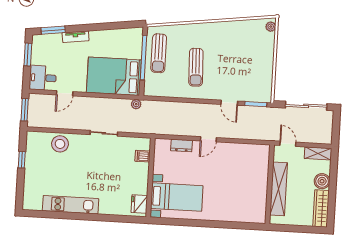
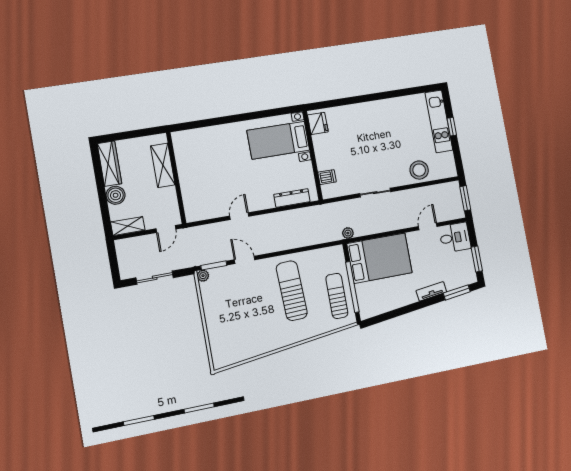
plant: (271, 27) -> (203, 276), moved
sun lounger: (196, 67) -> (292, 291), width x1.36, depth x1.34
sliding door: (306, 106) -> (155, 278), width x0.73
door: (208, 139) -> (239, 216), moved
door: (288, 144) -> (166, 229), hinge flipped
dresser: (182, 146) -> (292, 198), width x1.44
window: (22, 160) -> (452, 127), moved
shelving: (279, 189) -> (163, 165), width x0.68
kitchen unit: (71, 205) -> (439, 121), moved, turned 90

